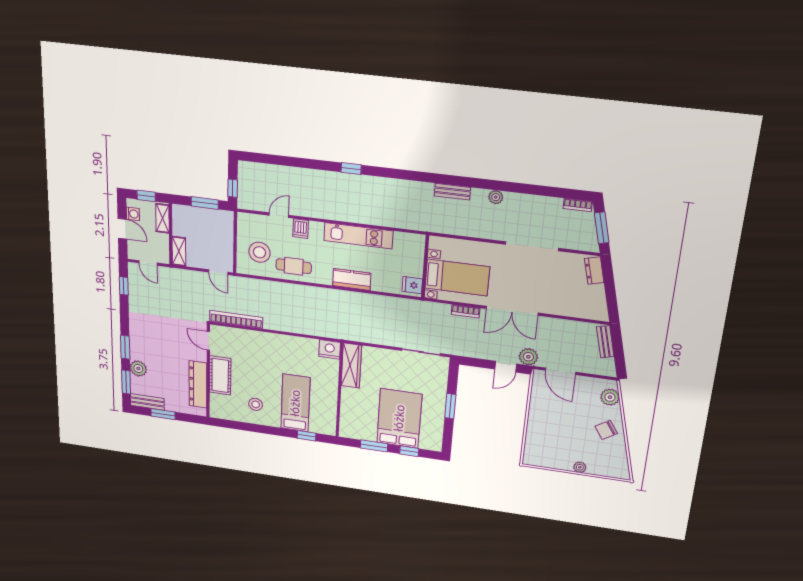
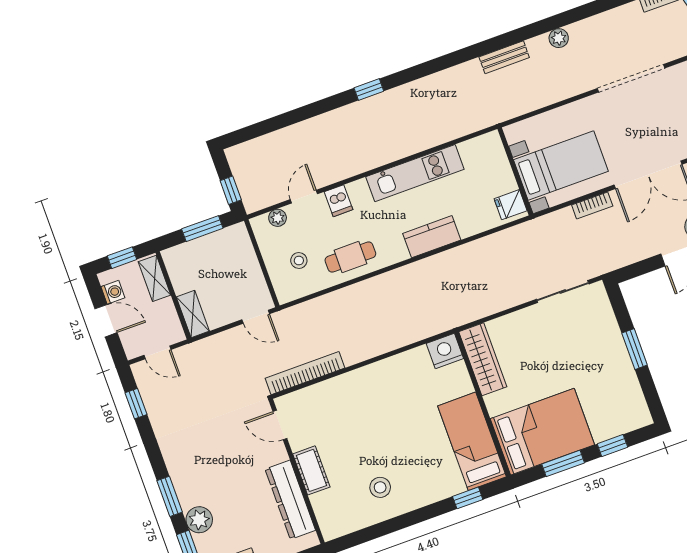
plant: (256, 220) -> (278, 218), added
stool: (259, 252) -> (299, 261), width x0.53, depth x0.53
cot: (220, 375) -> (311, 470), width x0.73, depth x0.75
bed: (295, 403) -> (472, 441), moved
bed: (399, 418) -> (542, 432), moved, turned 90

